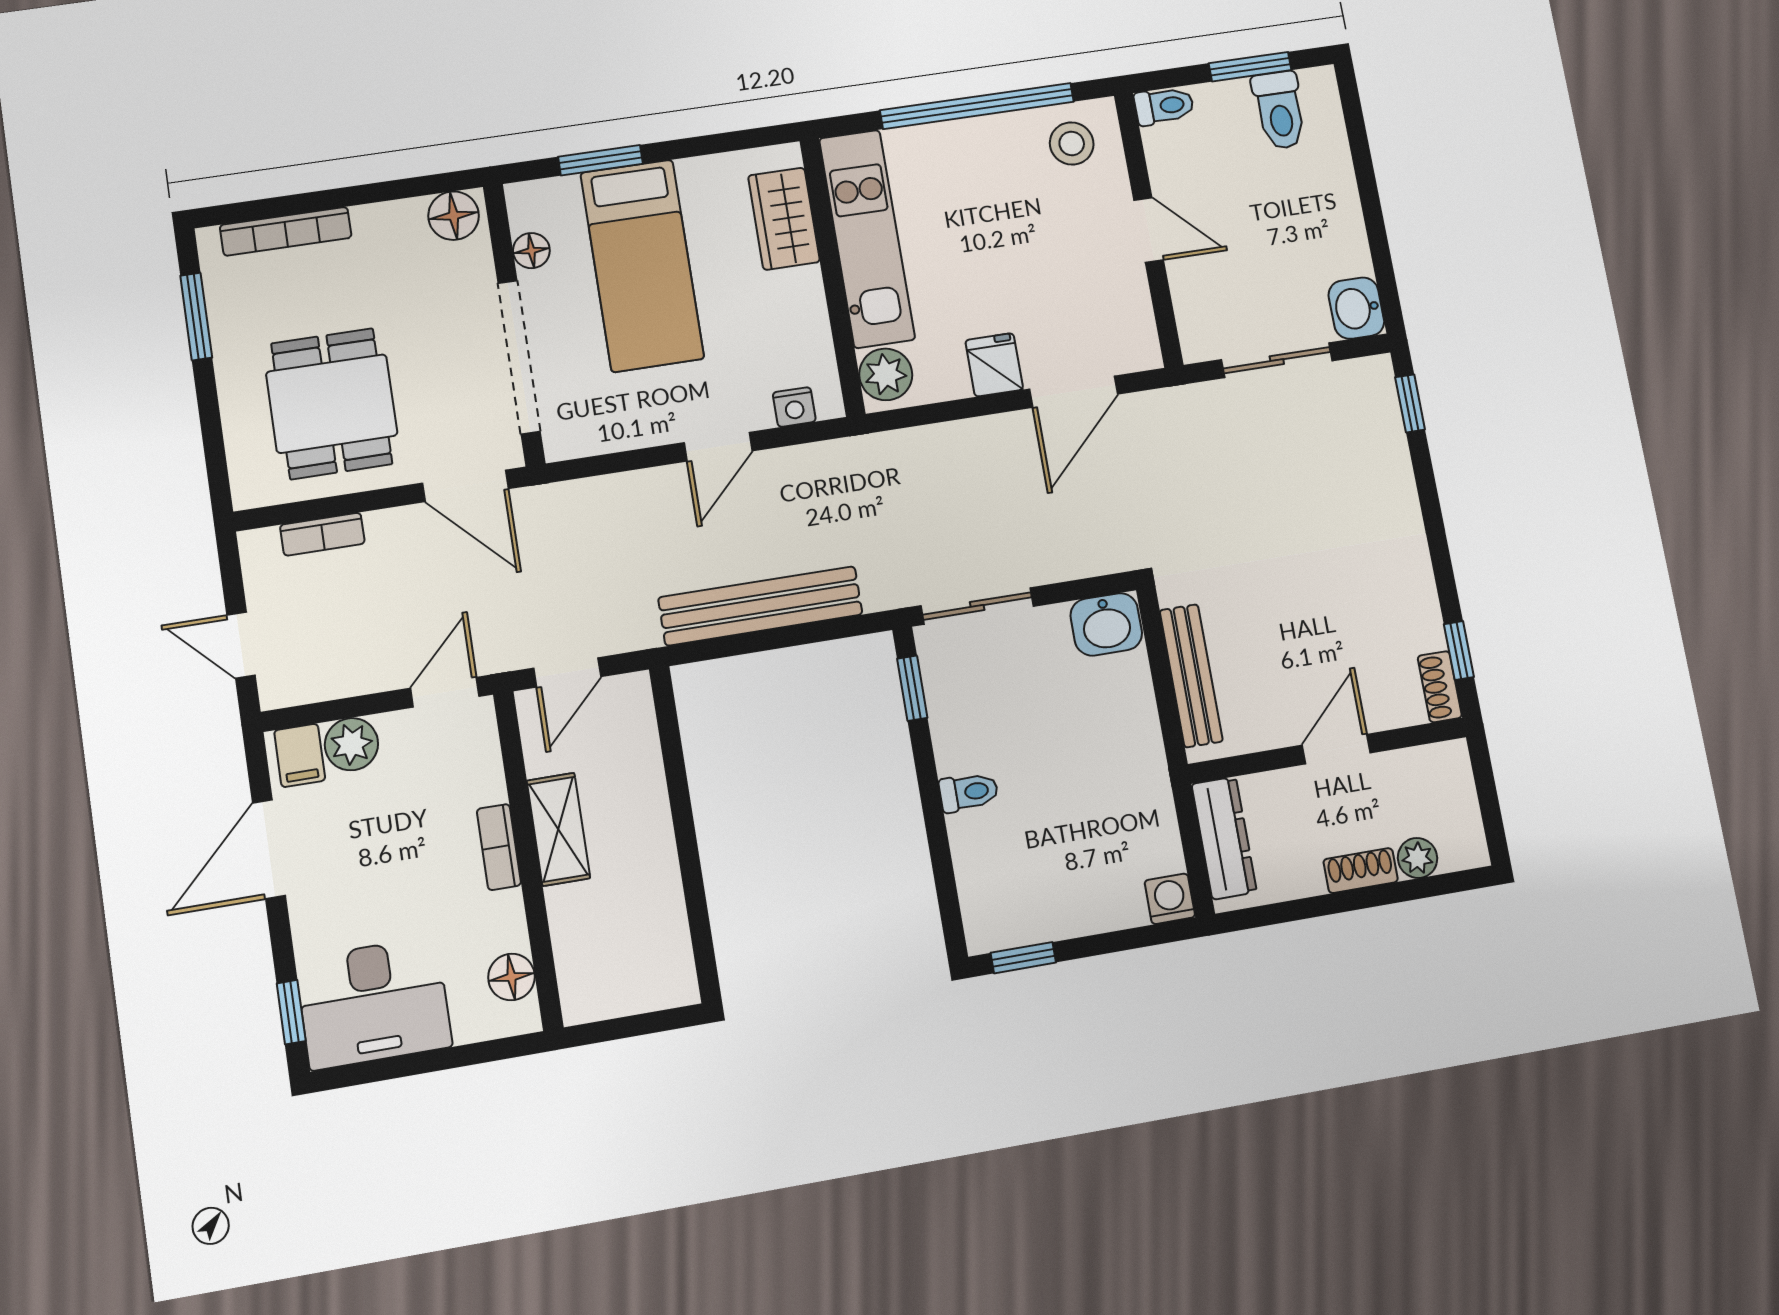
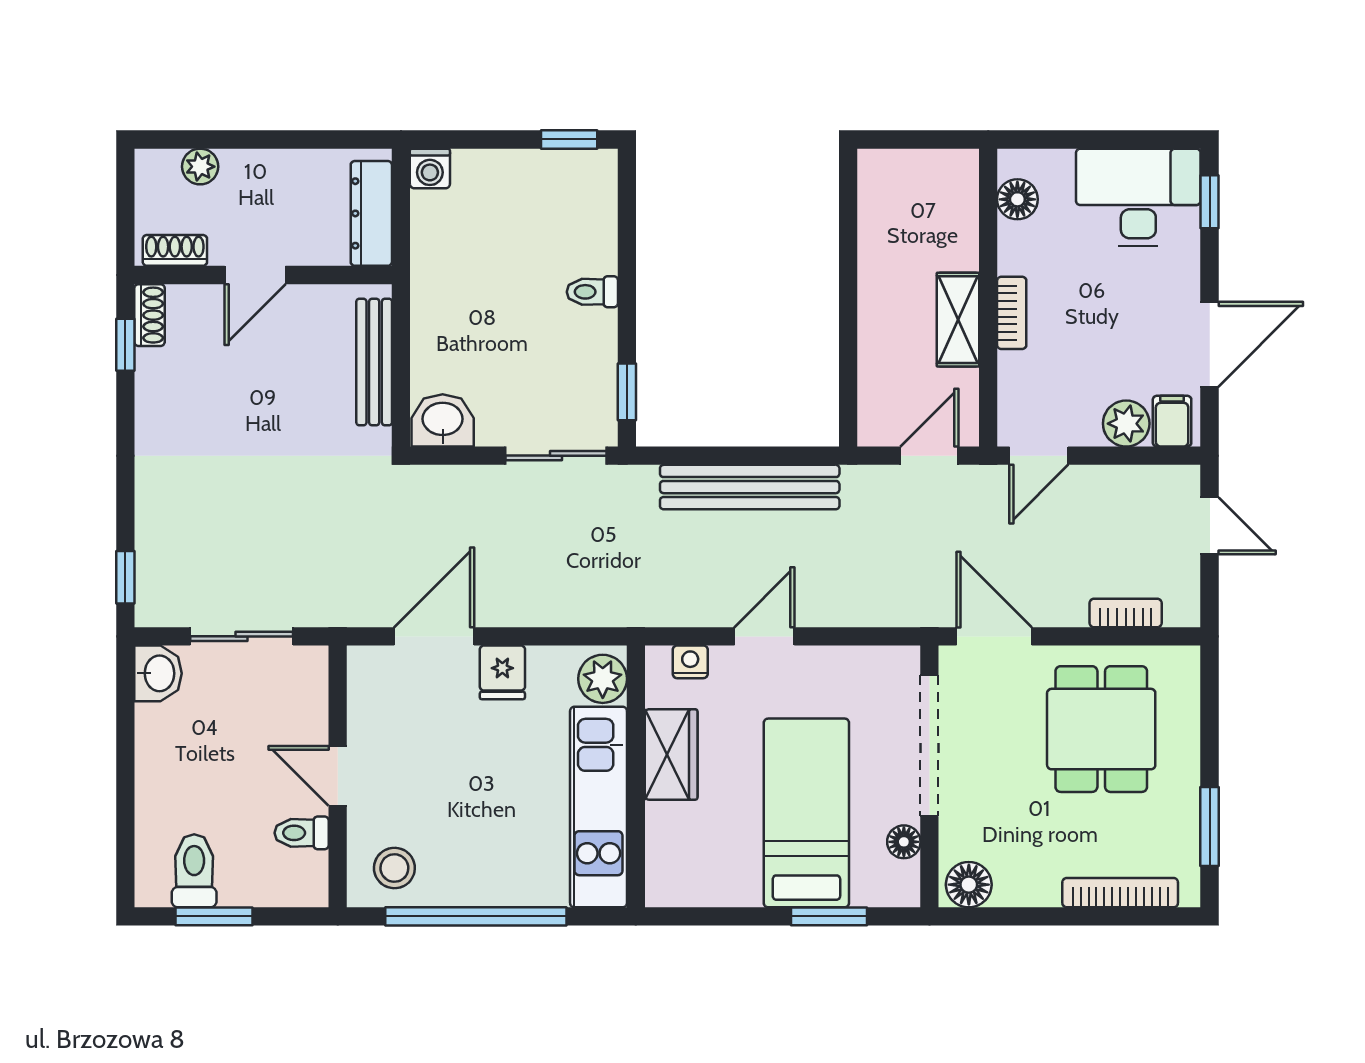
toilet: (1164, 106) -> (302, 833), moved
wardrobe: (784, 219) -> (671, 754), moved
shoe rack: (1361, 871) -> (175, 250), moved, turned 180

